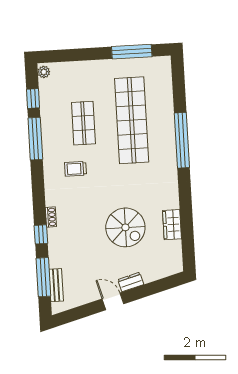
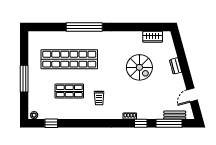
window: (132, 52) -> (24, 79), moved
window: (35, 139) -> (78, 123), removed
wardrobe: (172, 225) -> (153, 37), moved
spiral stairs: (125, 227) -> (139, 67), turned 90
door: (113, 301) -> (192, 95), moved

